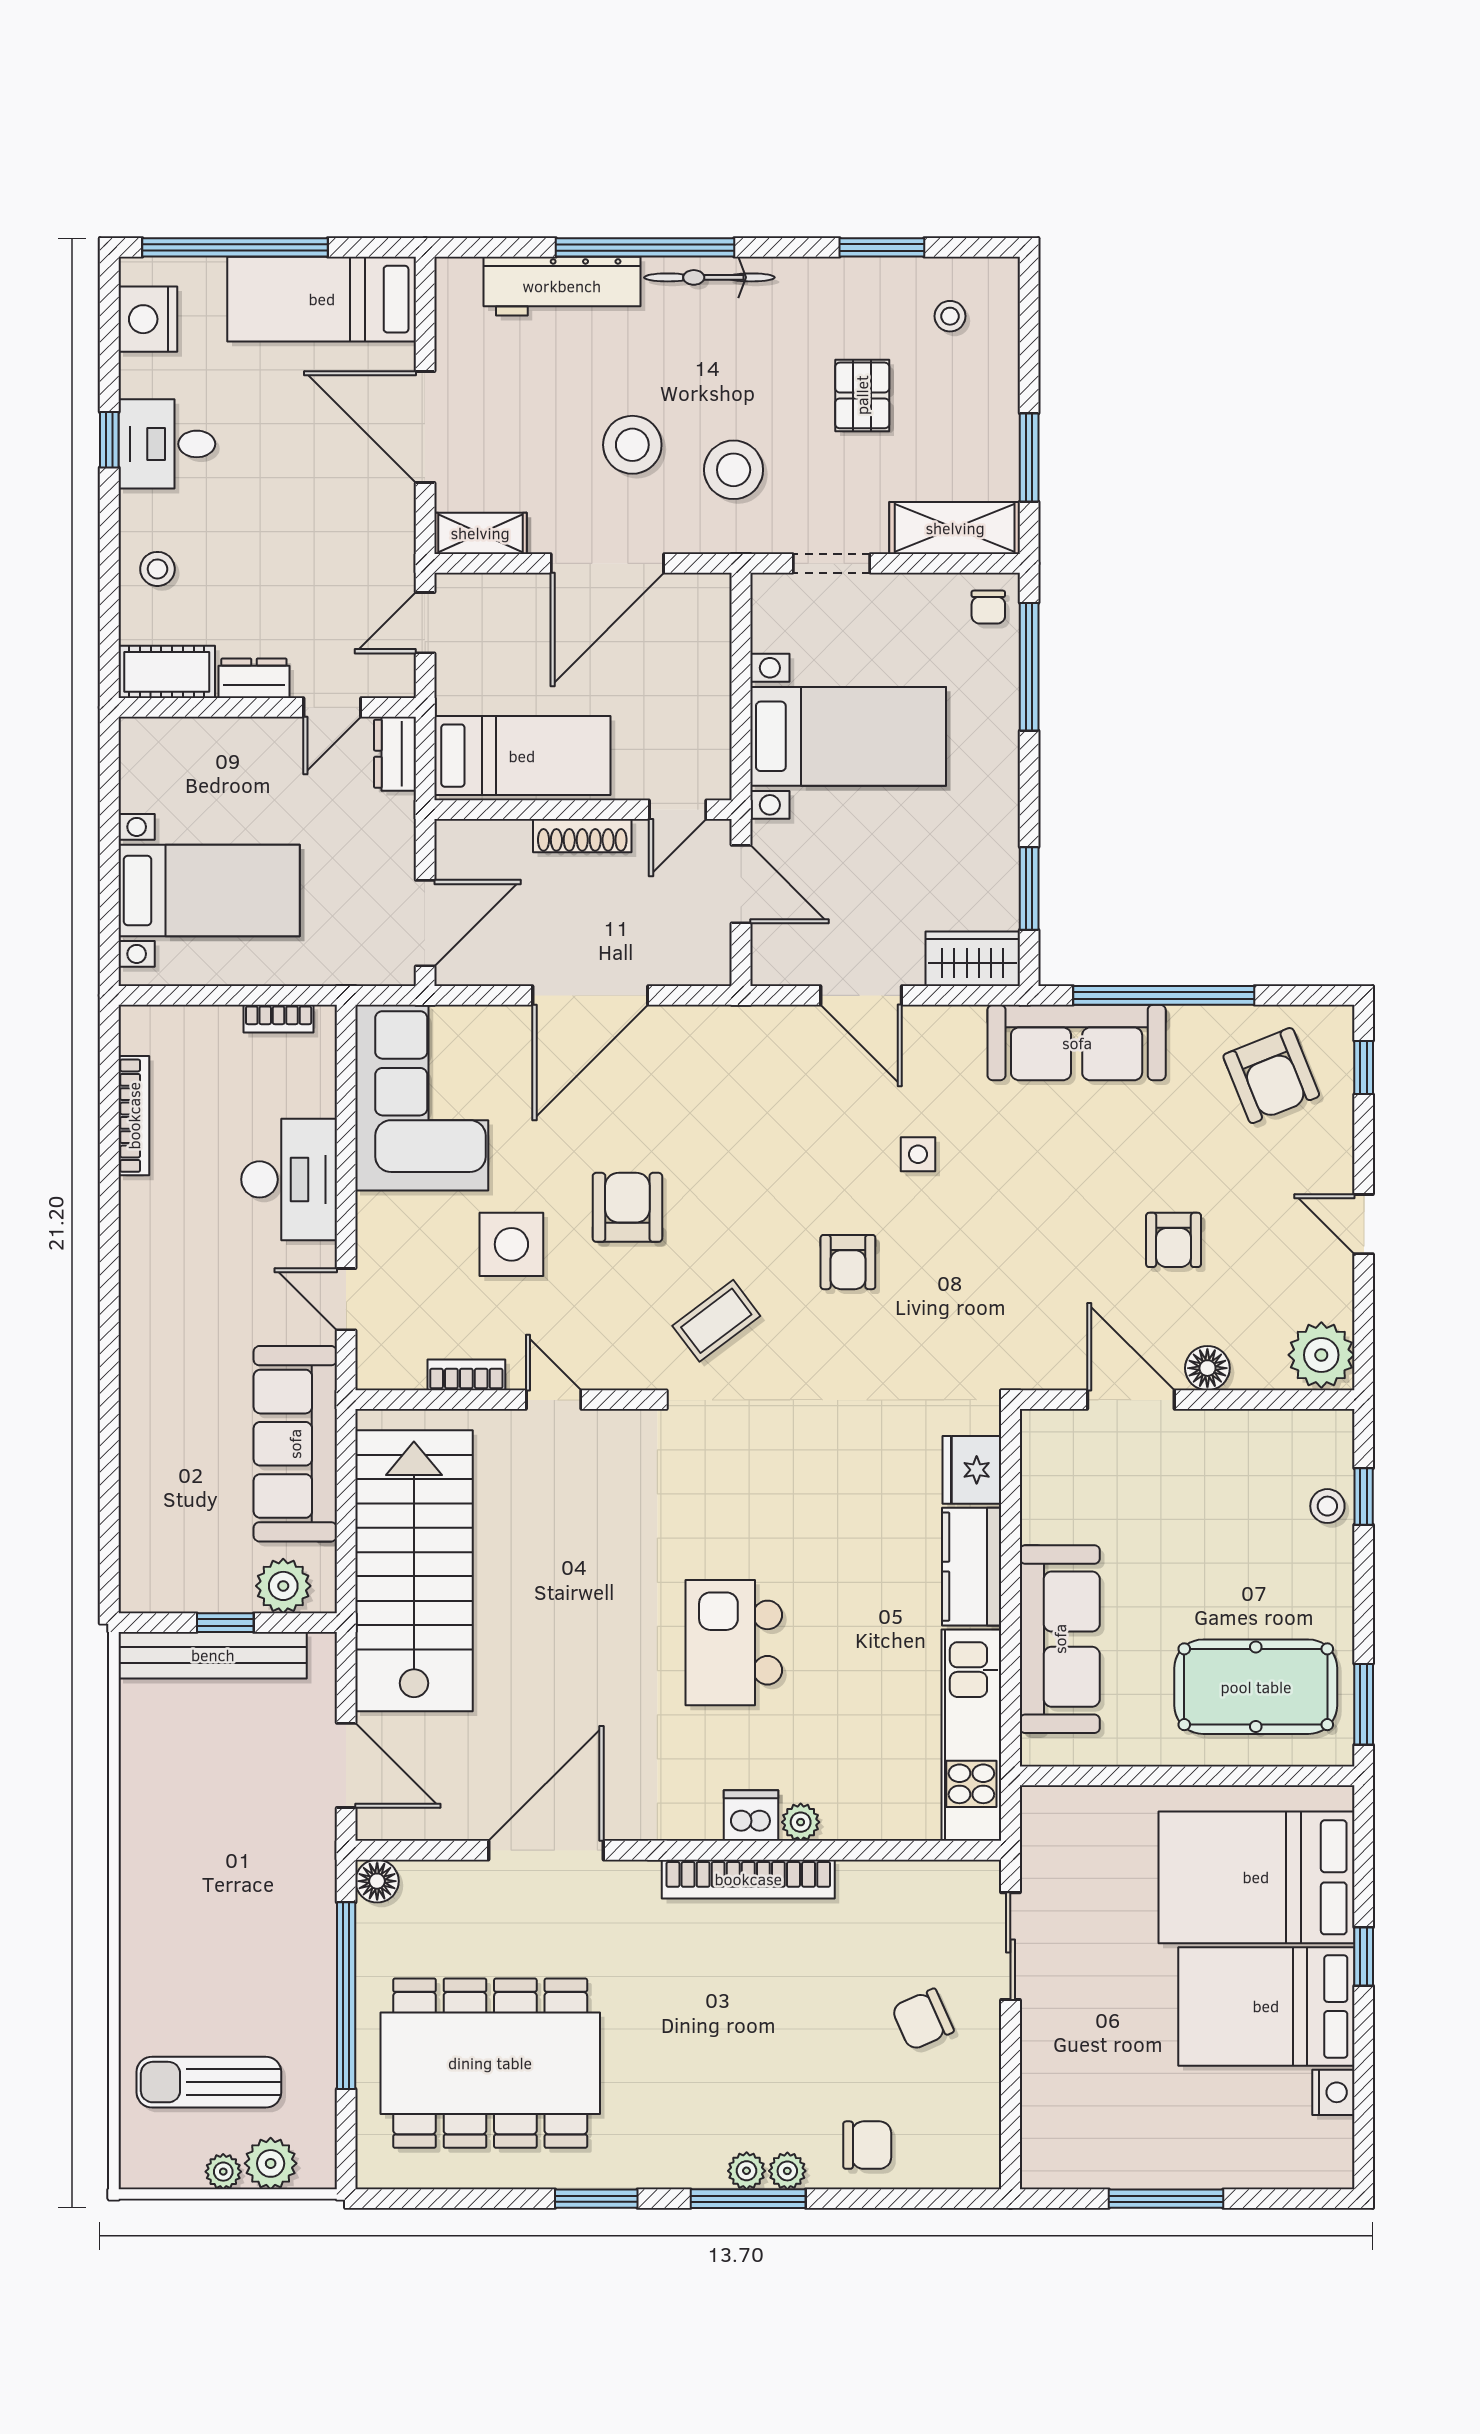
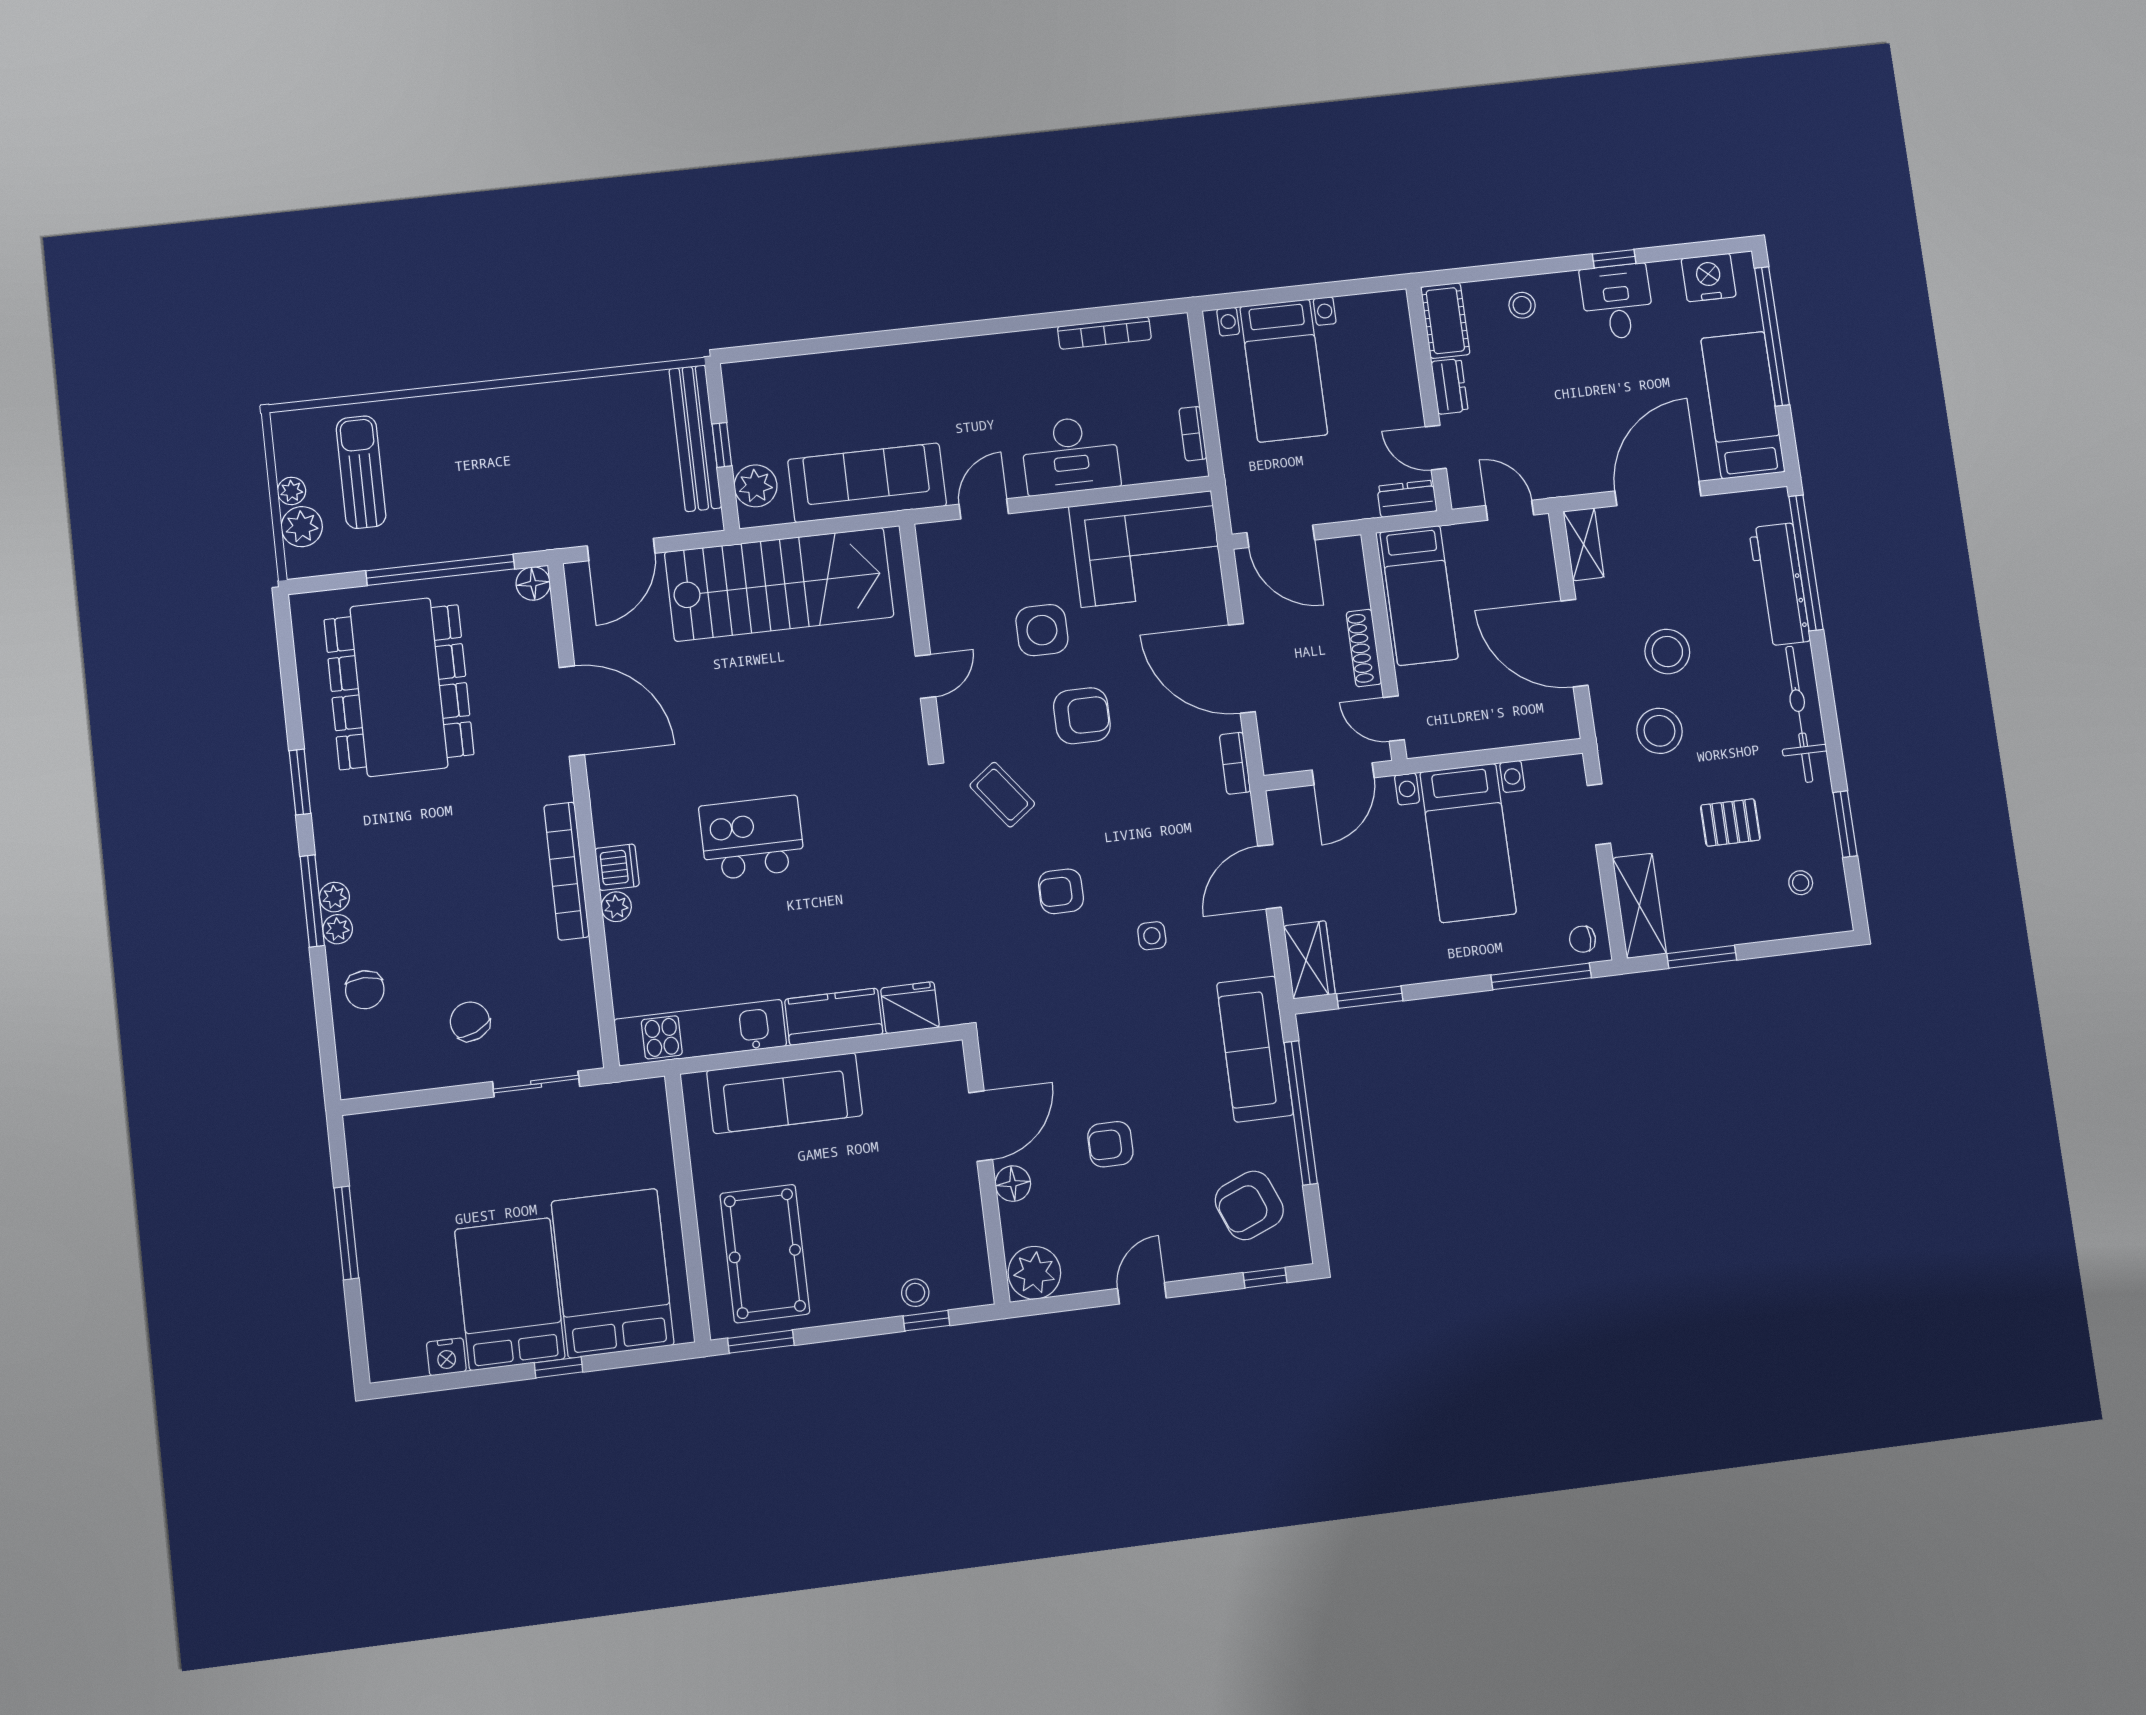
window: (645, 247) -> (1806, 563), moved
bicycle: (709, 277) -> (1799, 714), width x1.37, depth x1.40
bookcase: (466, 1375) -> (1235, 763), moved, turned 180

